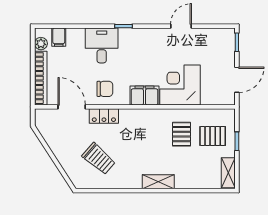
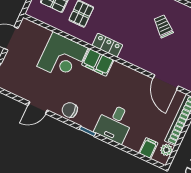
chair: (105, 89) -> (70, 110), moved
locker: (104, 116) -> (107, 45), moved
trolley: (99, 159) -> (163, 26), width x0.73, depth x0.72

